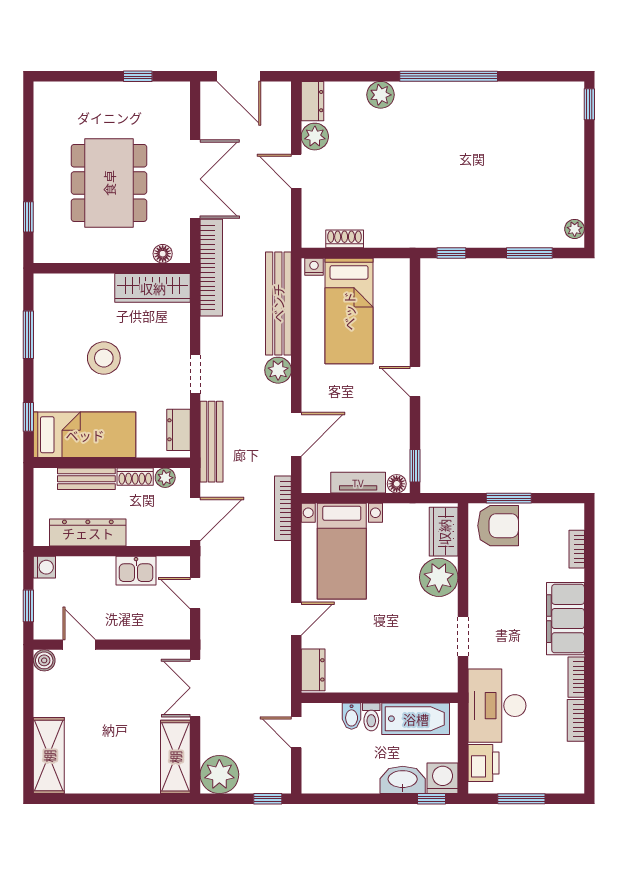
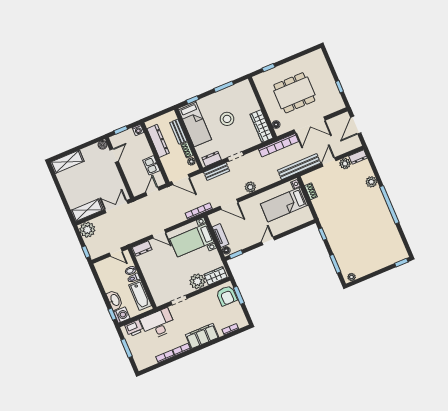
bench: (278, 303) -> (299, 167), moved
bench: (212, 442) -> (217, 172), width x0.73
door: (296, 732) -> (116, 252), swing flipped

